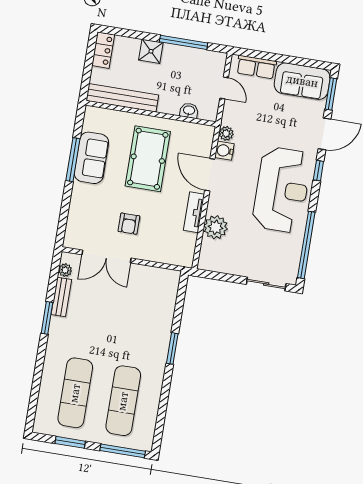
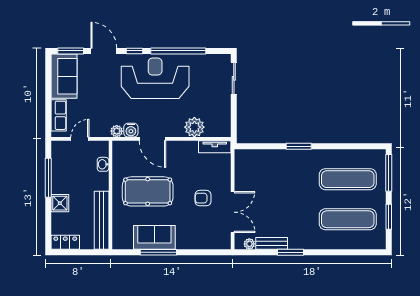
door: (210, 175) -> (152, 139), hinge flipped
tv unit: (194, 212) -> (215, 147), moved
armchair: (129, 224) -> (203, 198), turned 180
window: (306, 245) -> (178, 51), moved

